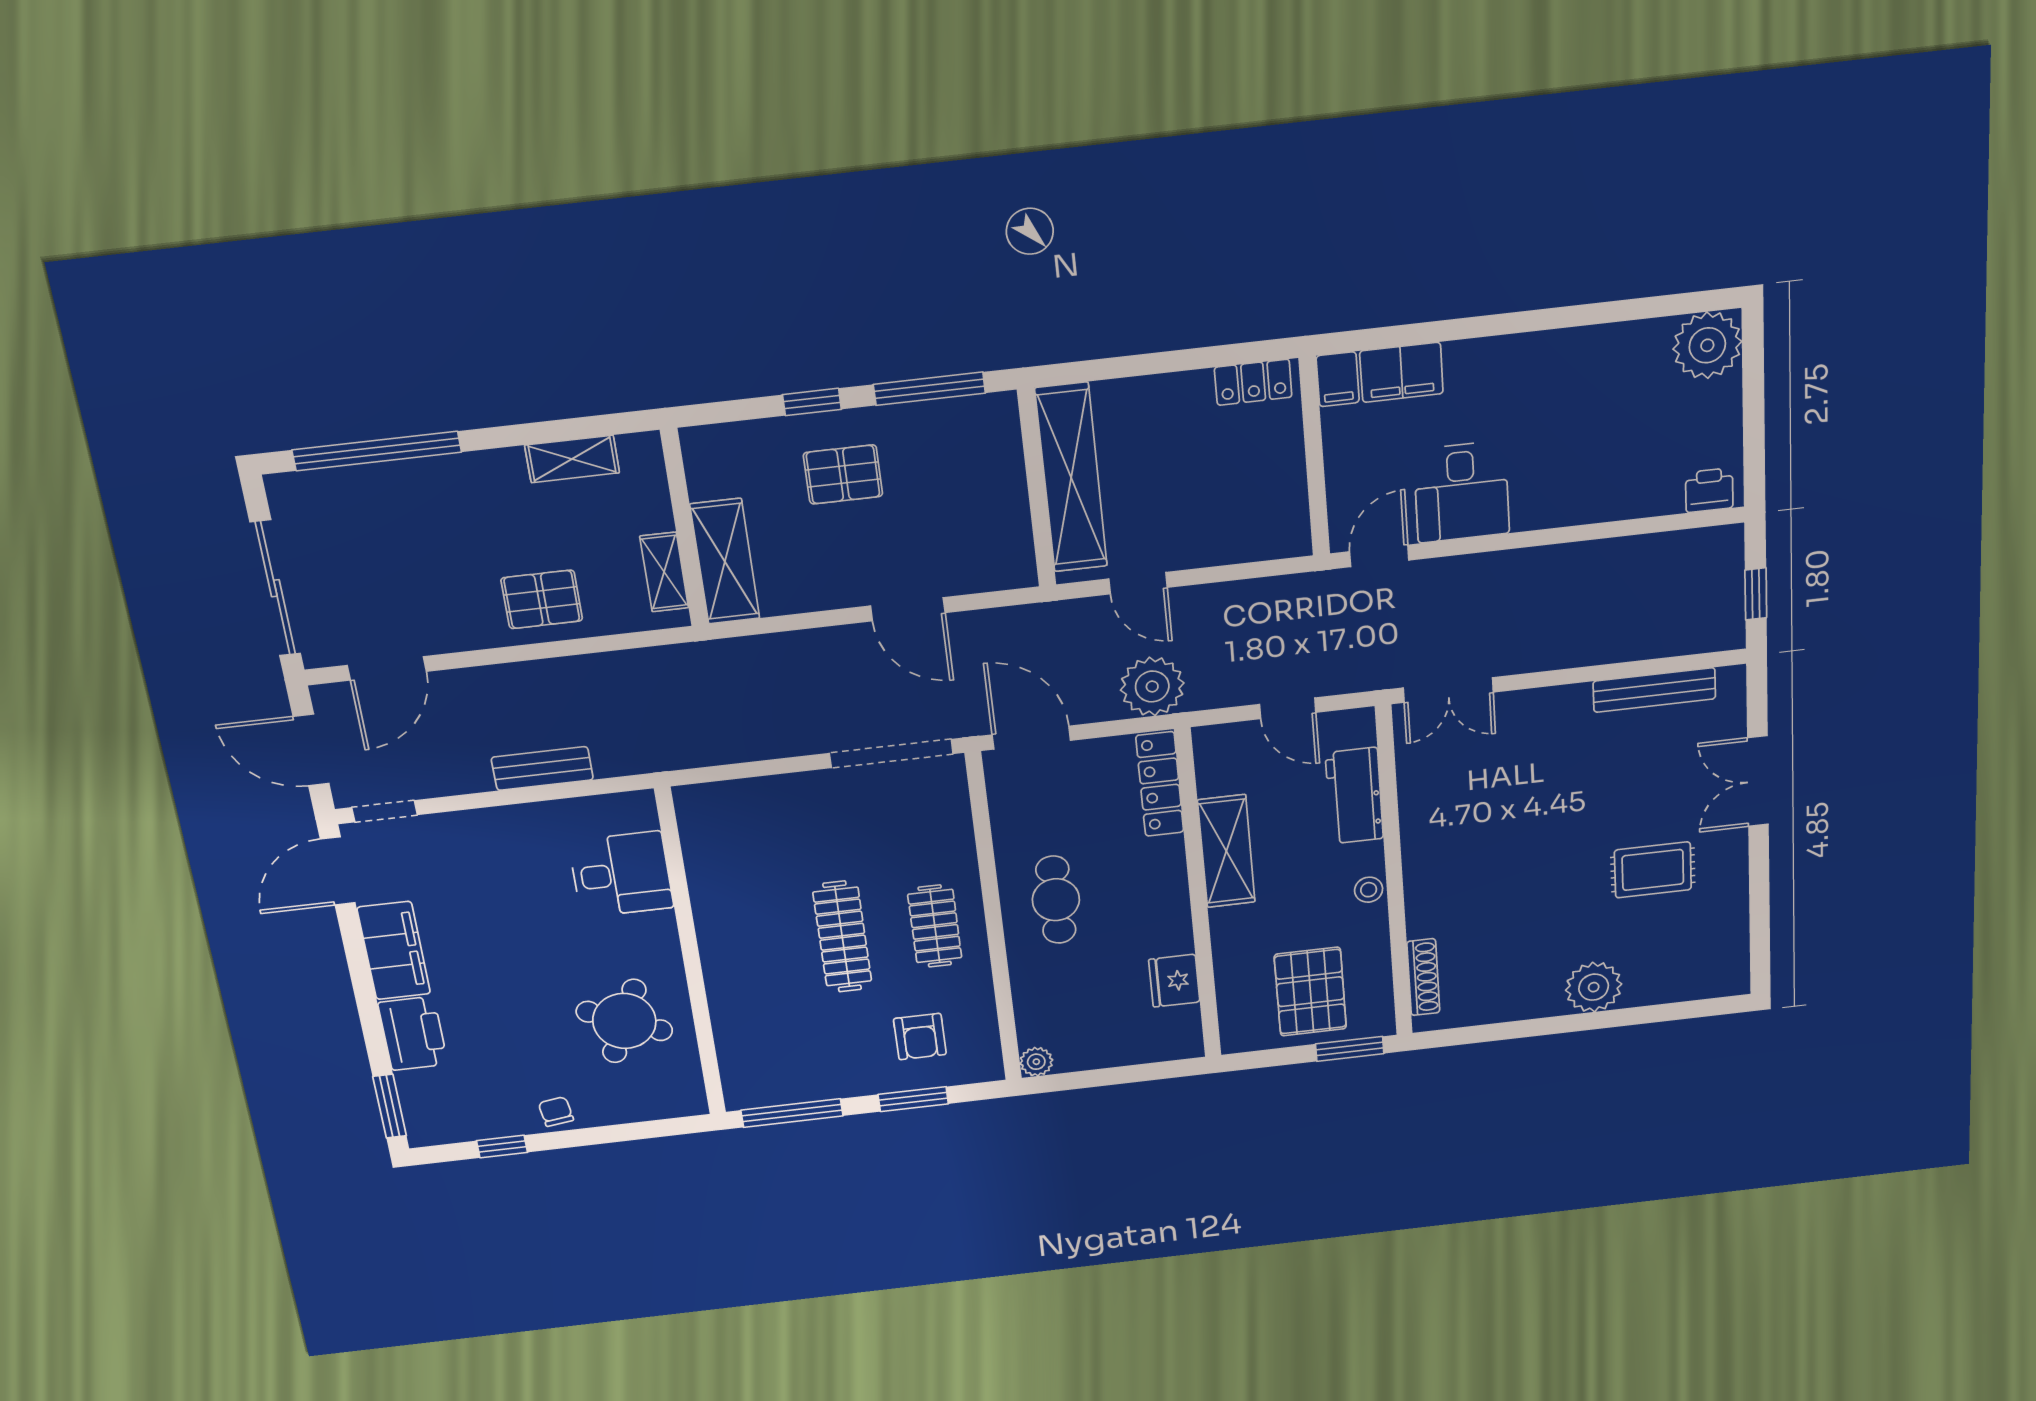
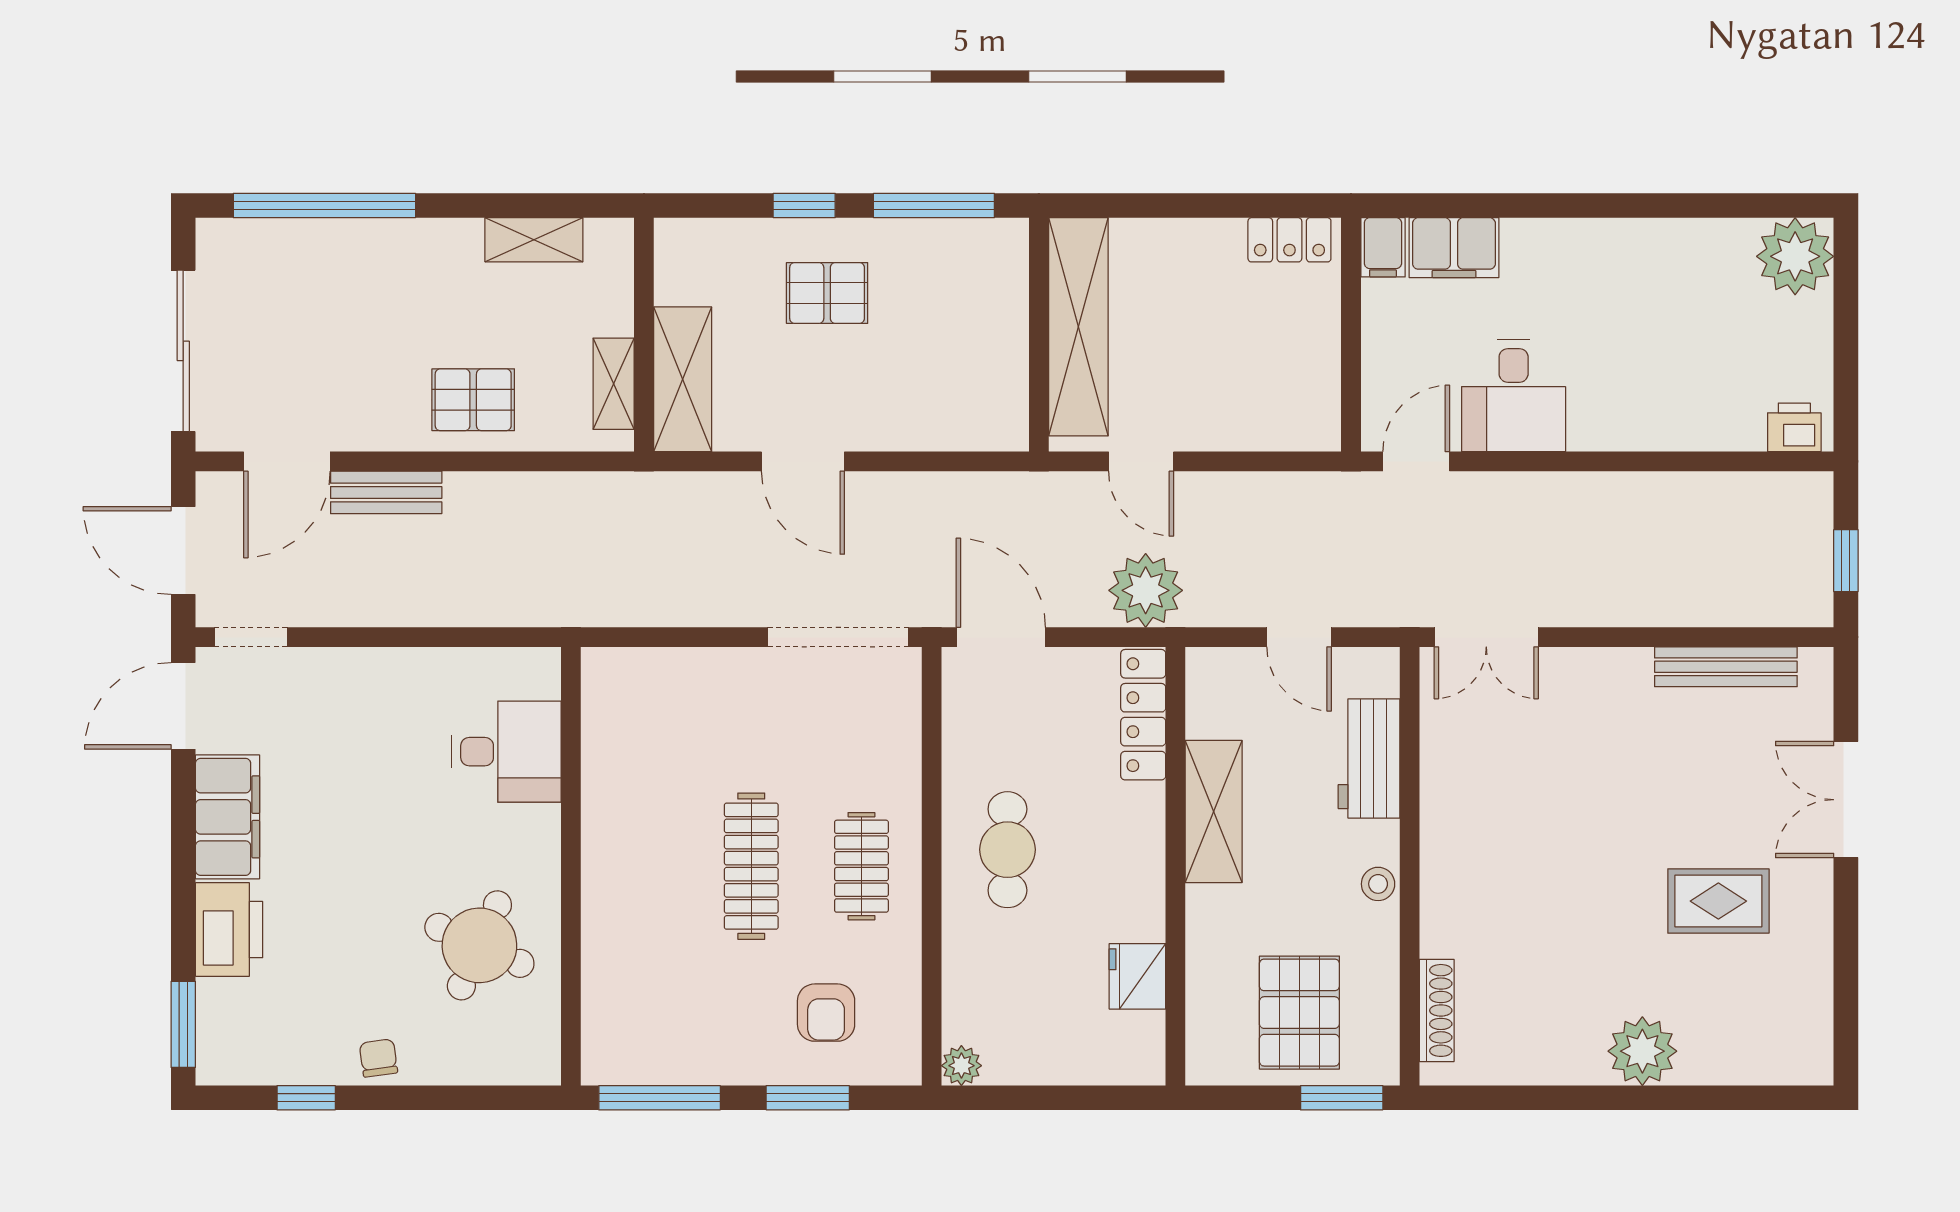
door: (908, 609) -> (803, 461), moved
bench: (542, 769) -> (386, 492), moved

